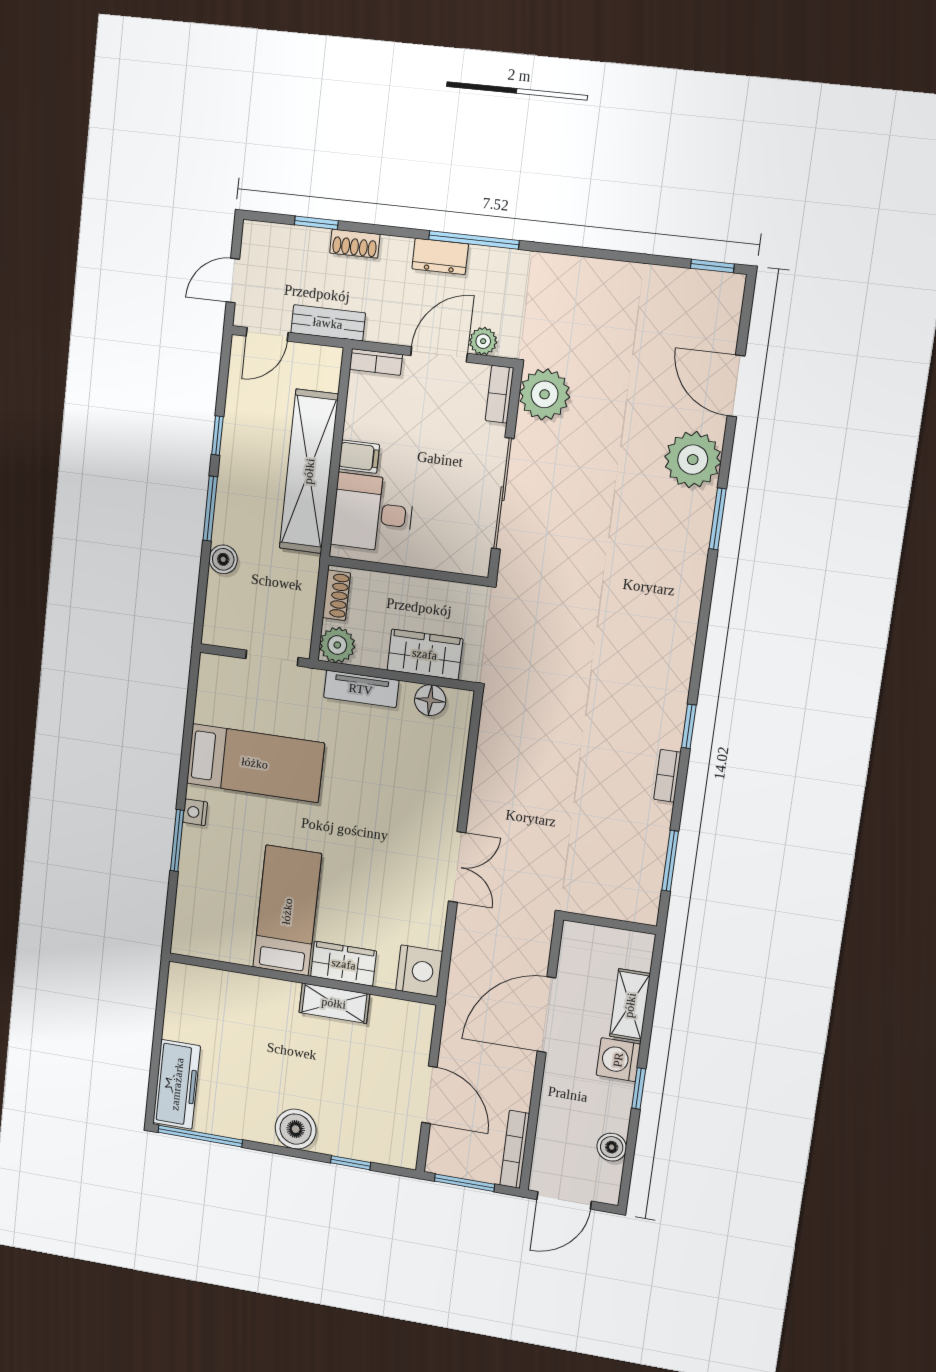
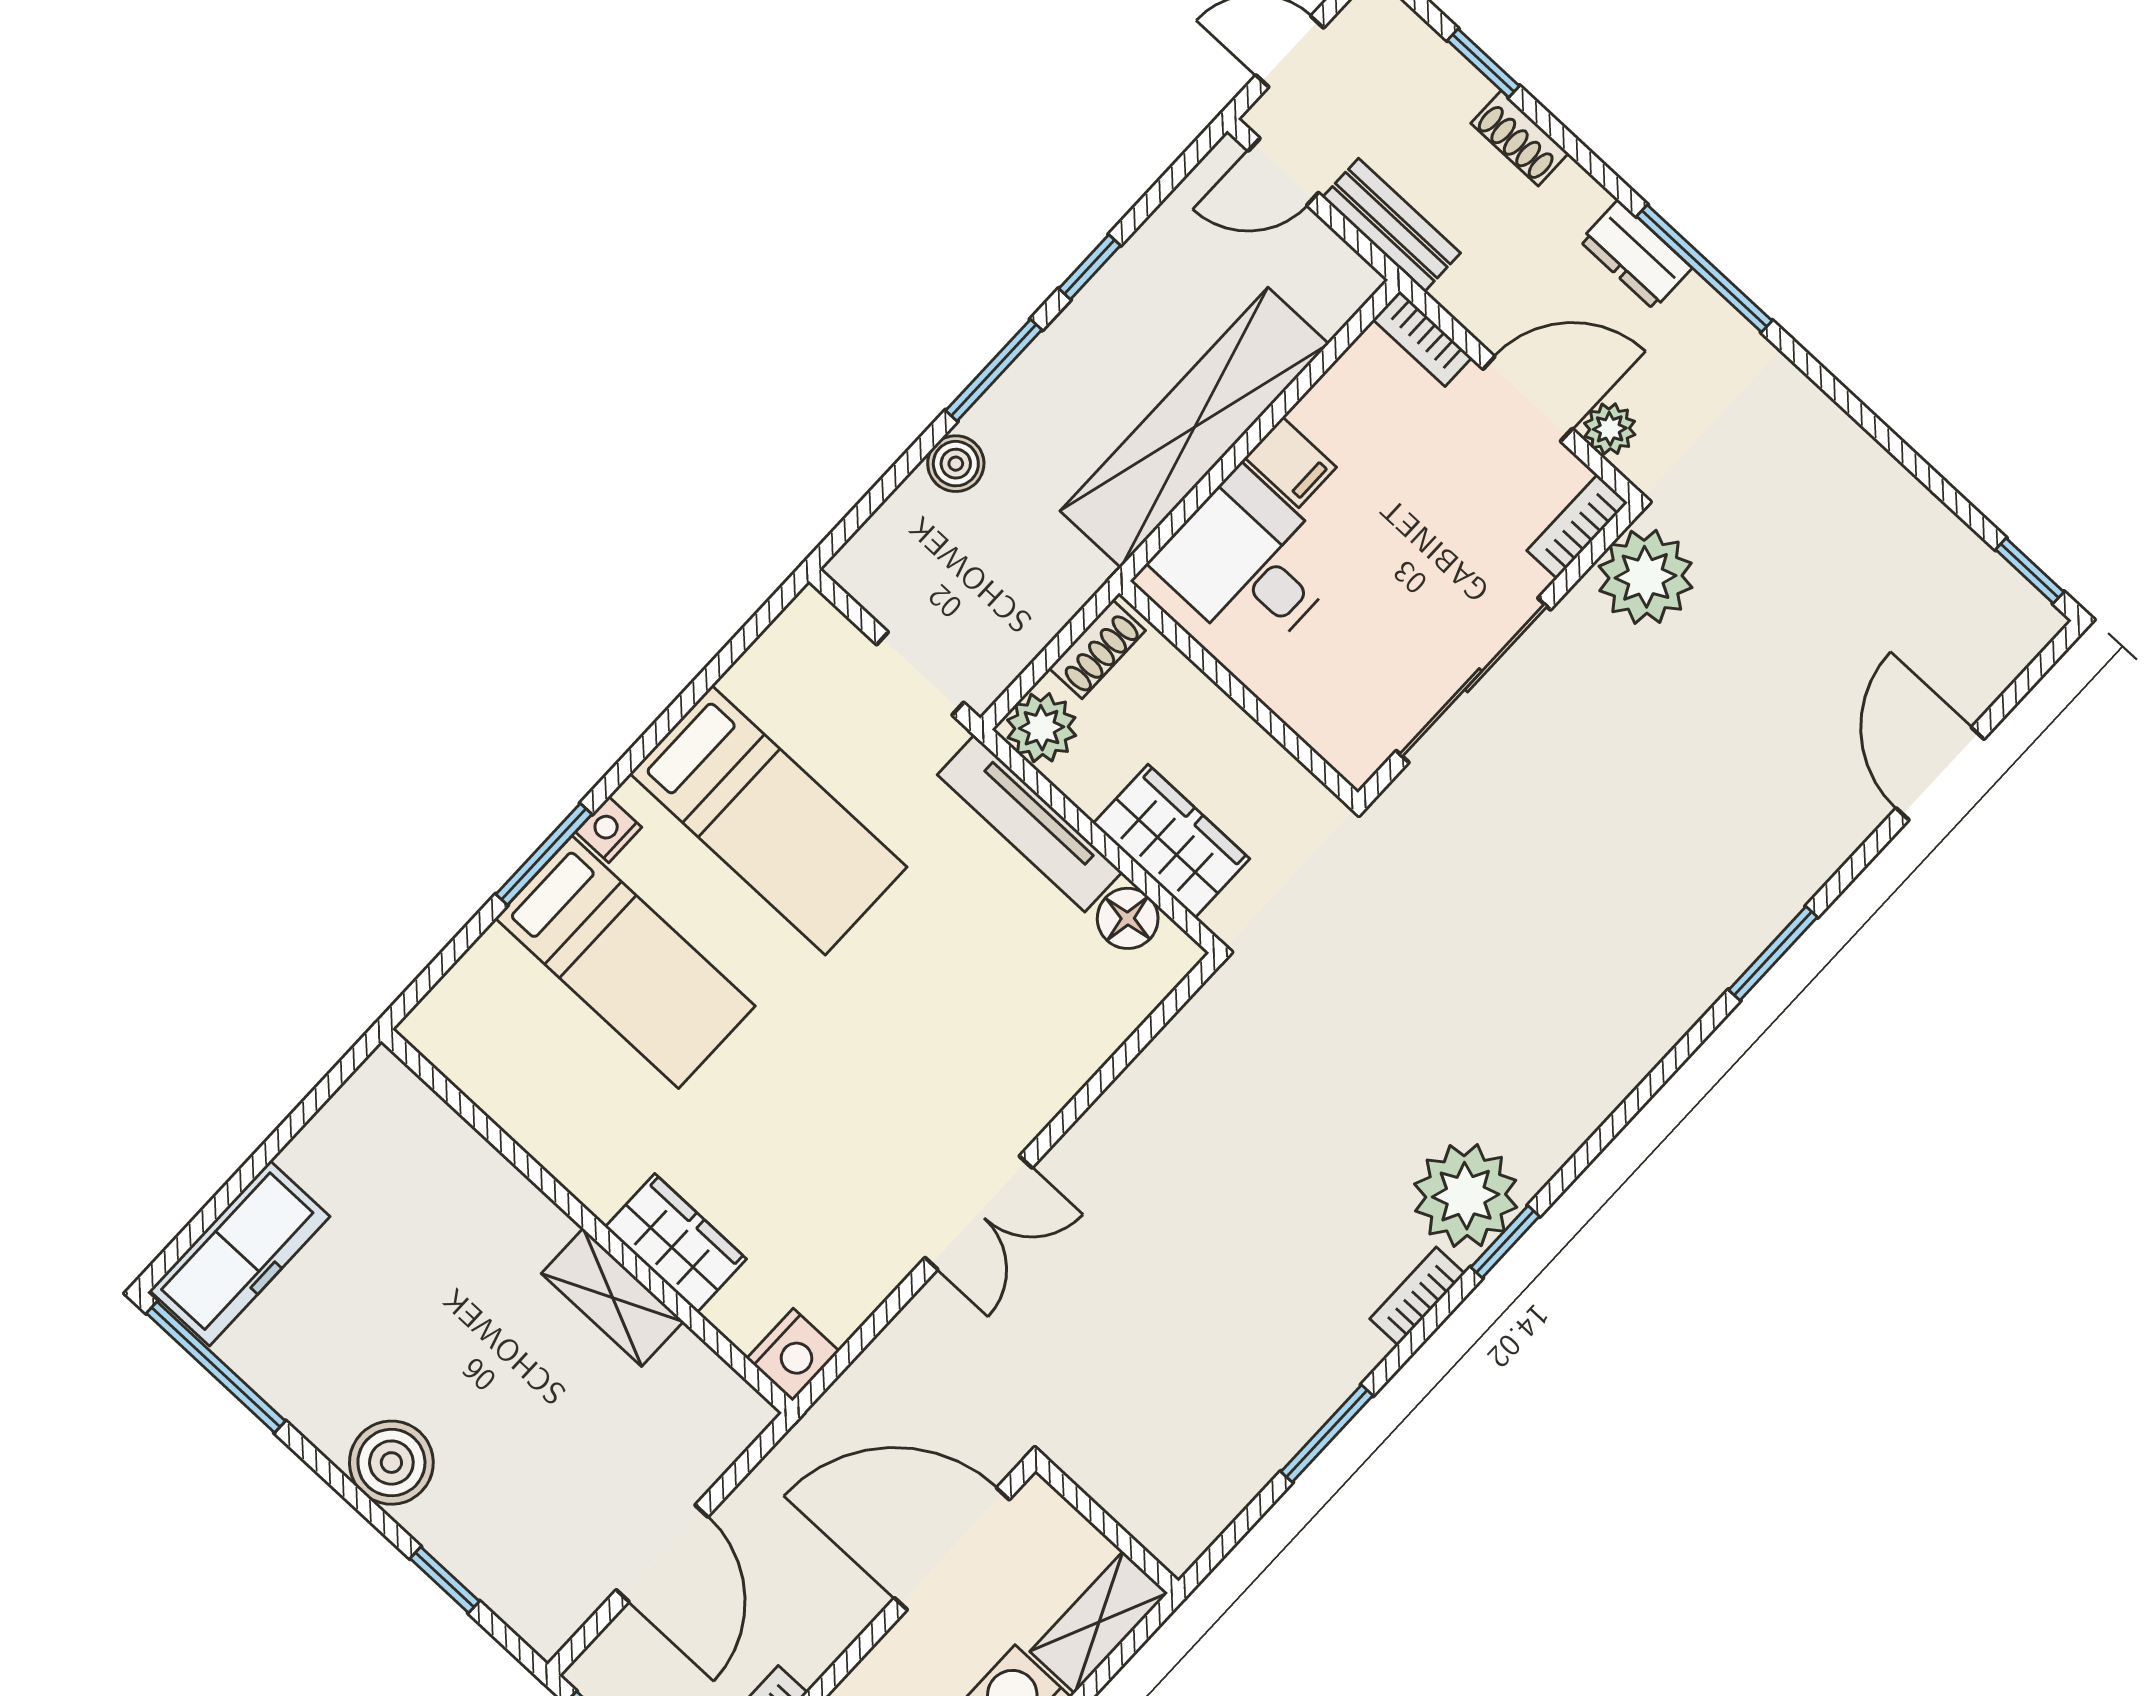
plant: (693, 460) -> (1466, 1196), moved
tv unit: (361, 689) -> (1030, 823), width x1.41
bed: (287, 911) -> (625, 962), moved, turned 90
wall: (610, 923) -> (1107, 1526), moved
nightstand: (419, 971) -> (793, 1355), width x0.74, depth x0.75

